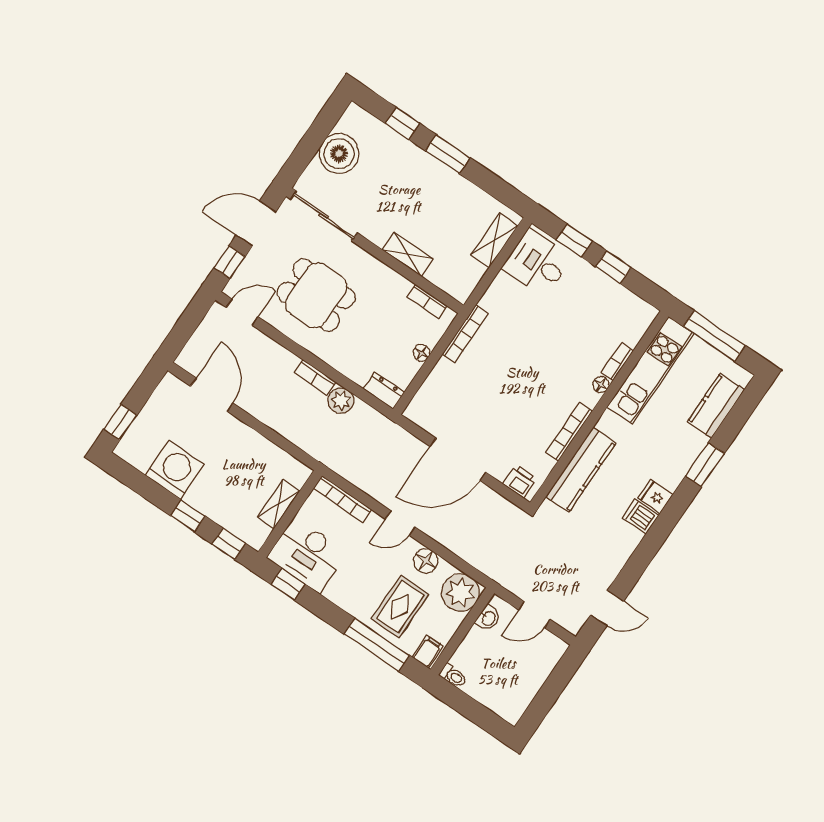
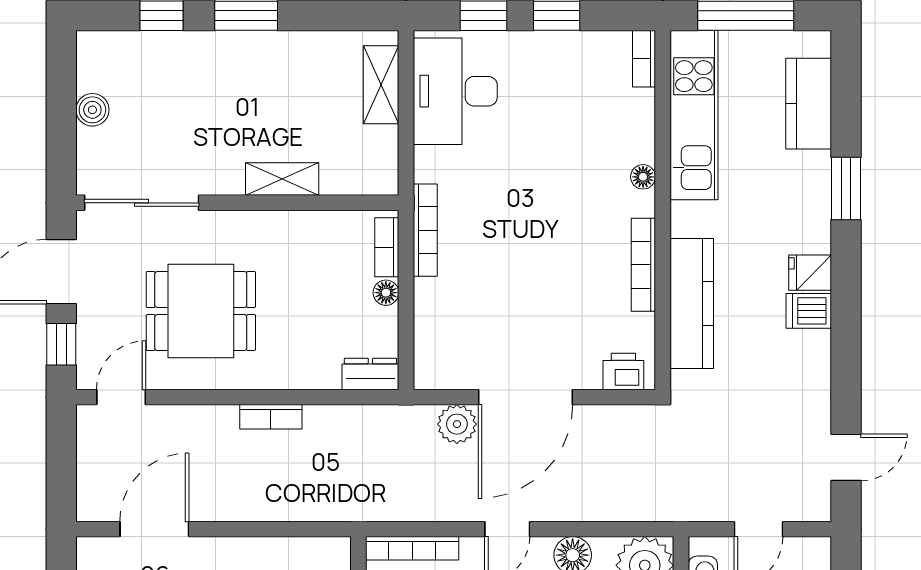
boiler: (339, 154) -> (92, 110), width x0.54, depth x0.54
desk: (537, 263) -> (455, 91), width x1.37
bookcase: (427, 301) -> (387, 247), moved, turned 90
bookcase: (617, 362) -> (644, 59), moved
door: (212, 395) -> (154, 529), hinge flipped
plant: (341, 401) -> (457, 424), moved

